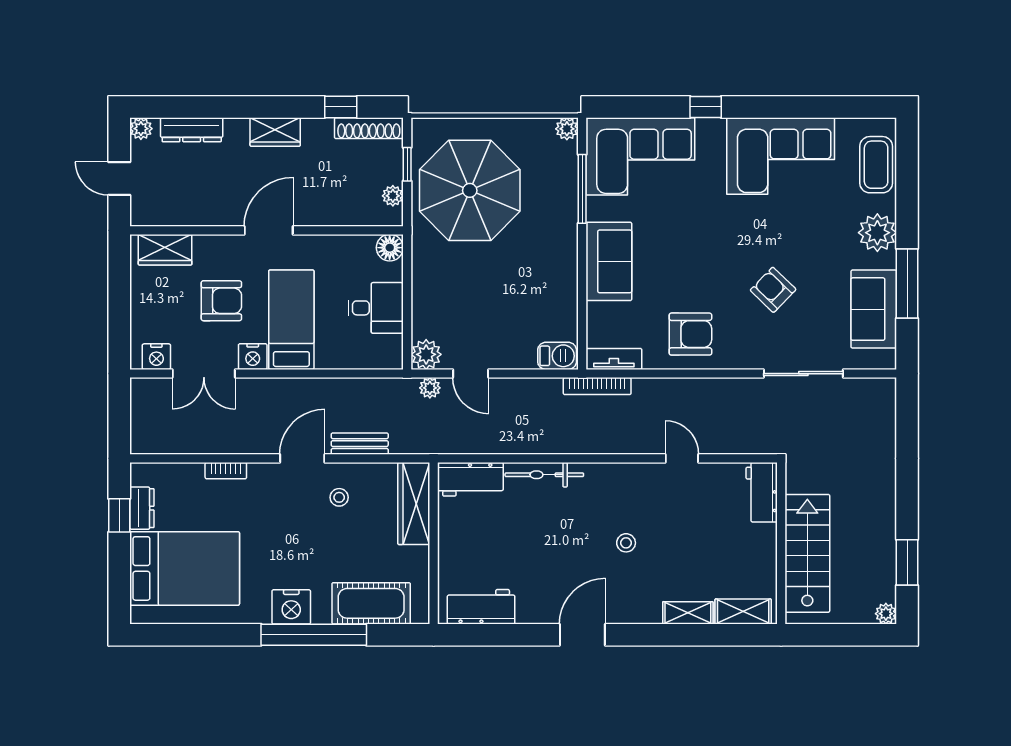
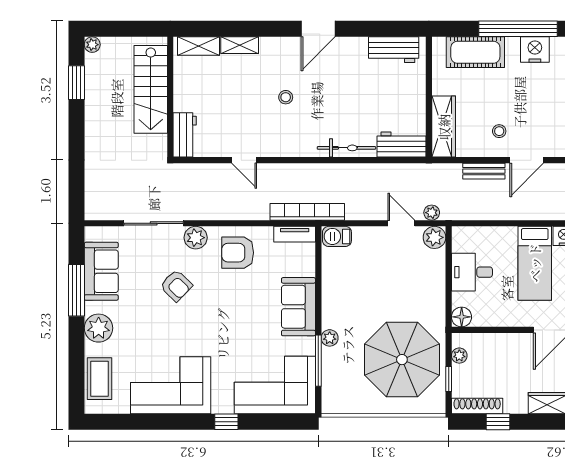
plant: (567, 129) -> (330, 338), moved
plant: (747, 354) -> (196, 238), added
bookcase: (597, 386) -> (307, 212), width x1.48, depth x1.31

